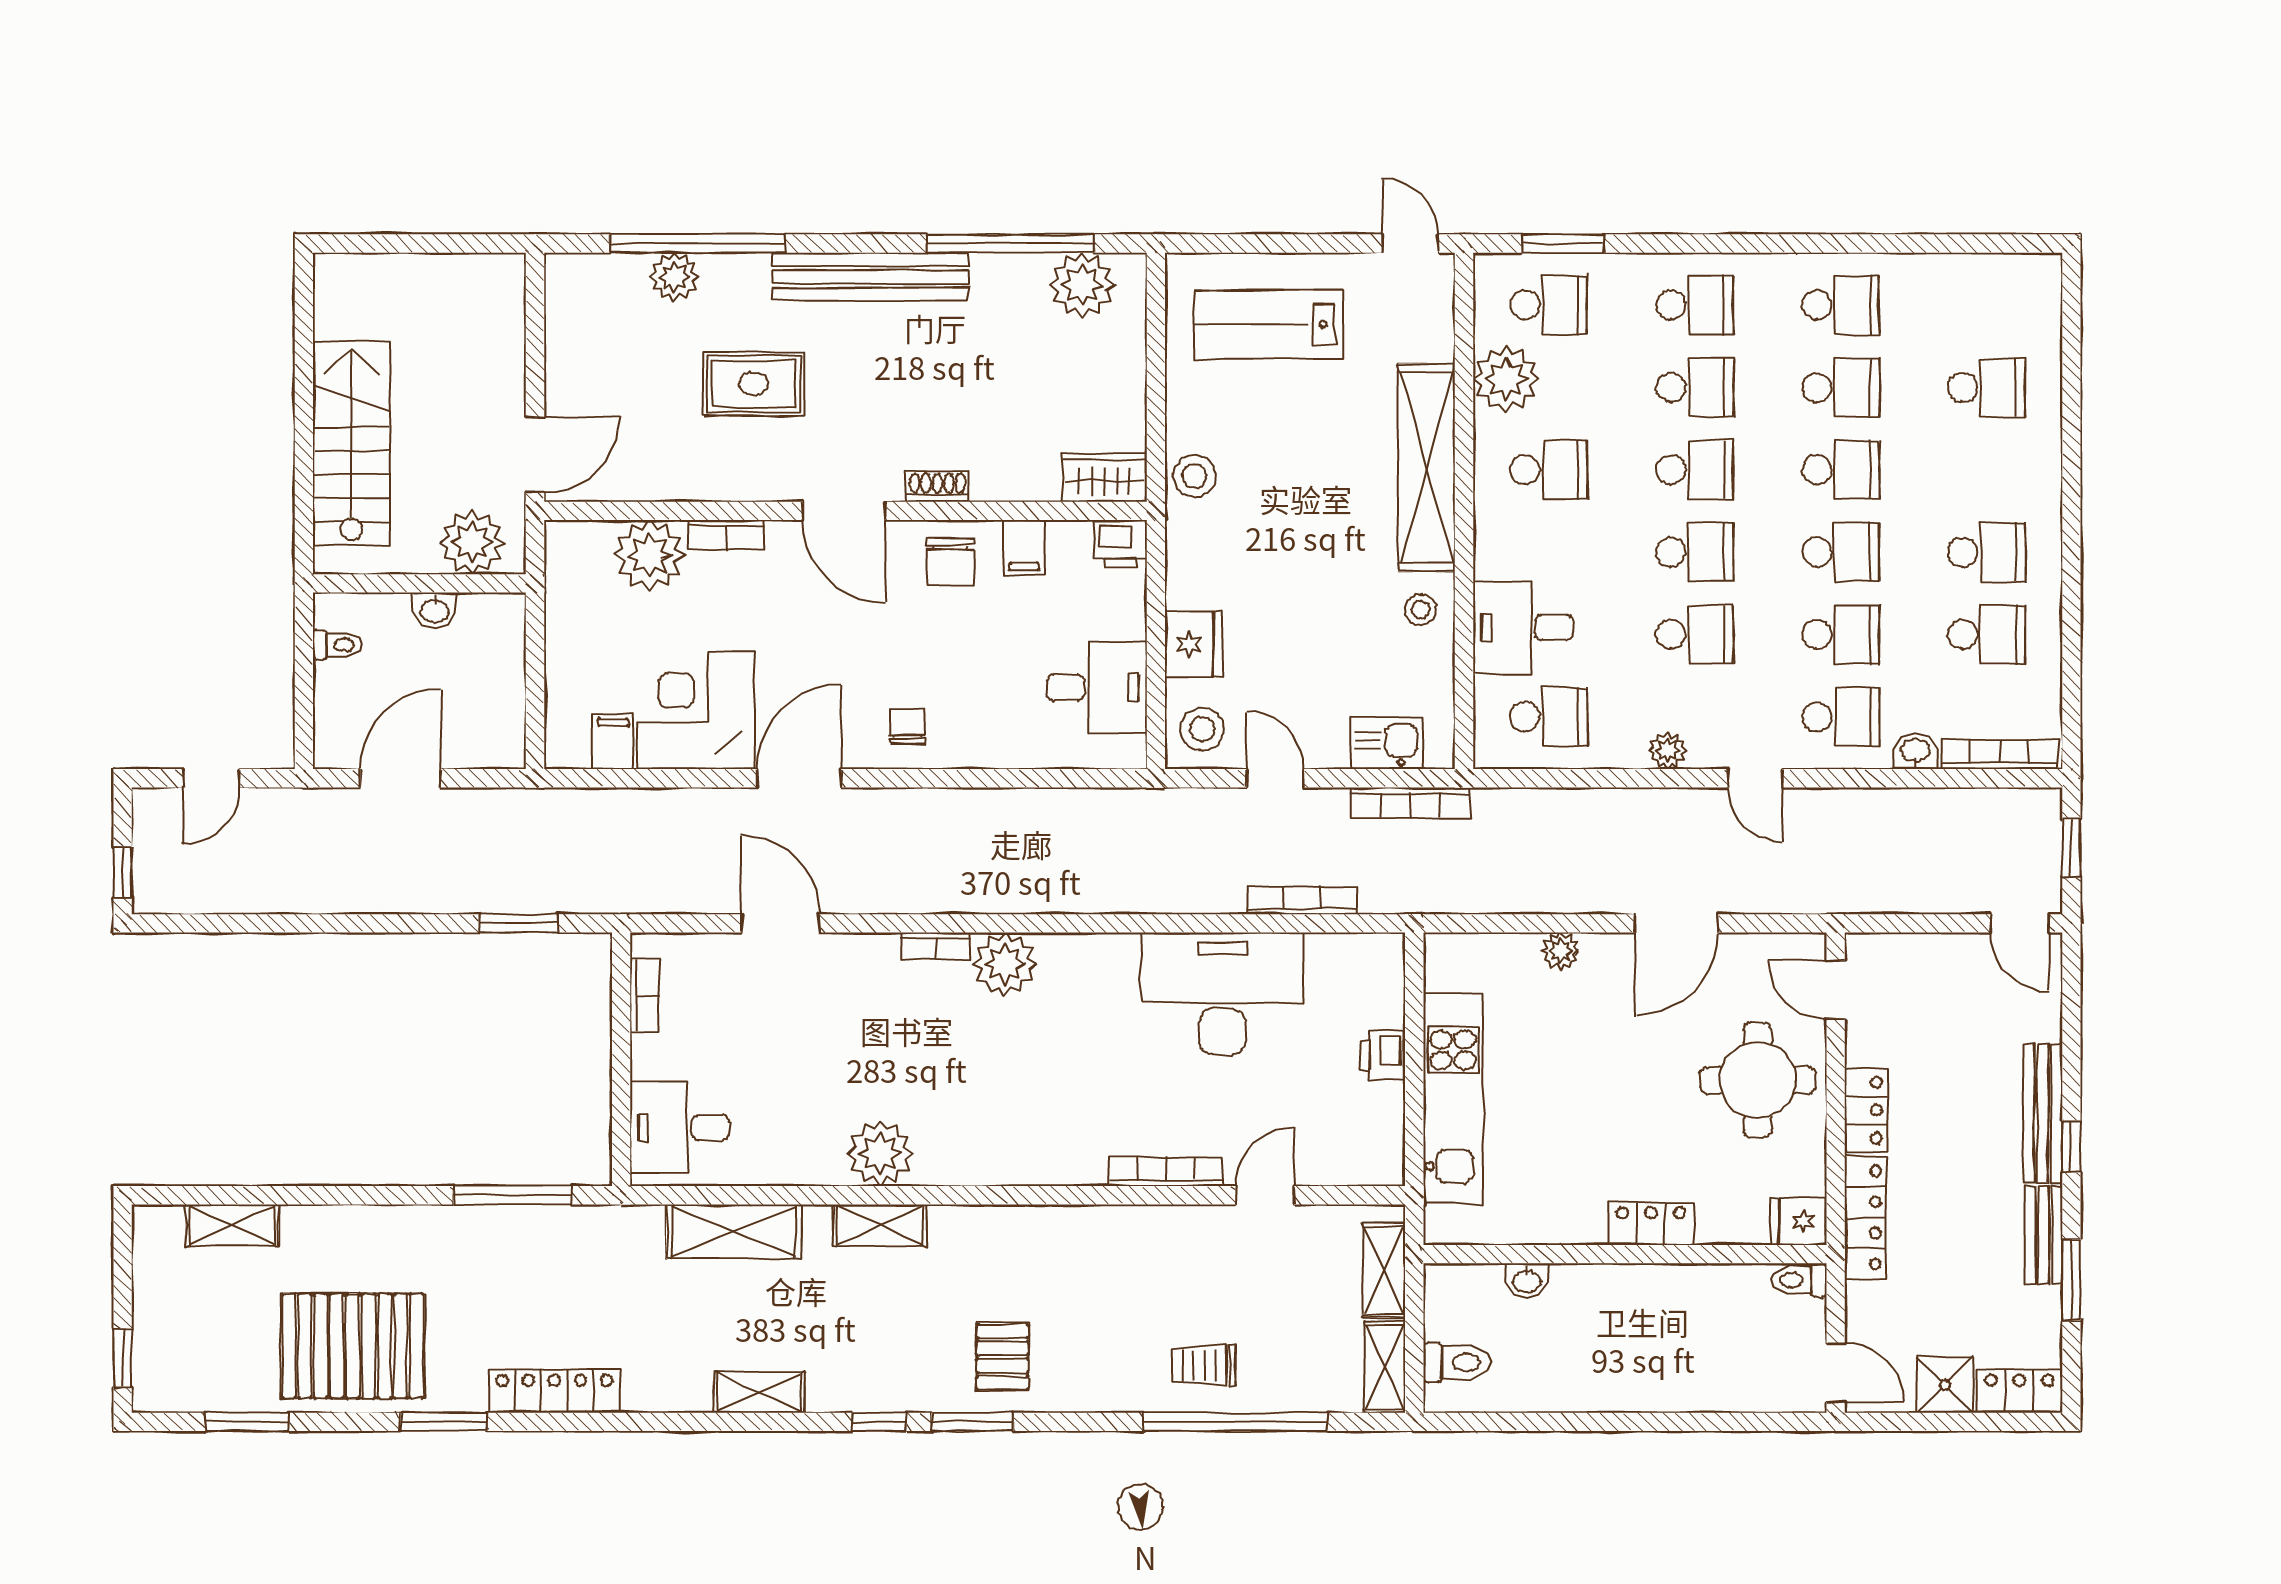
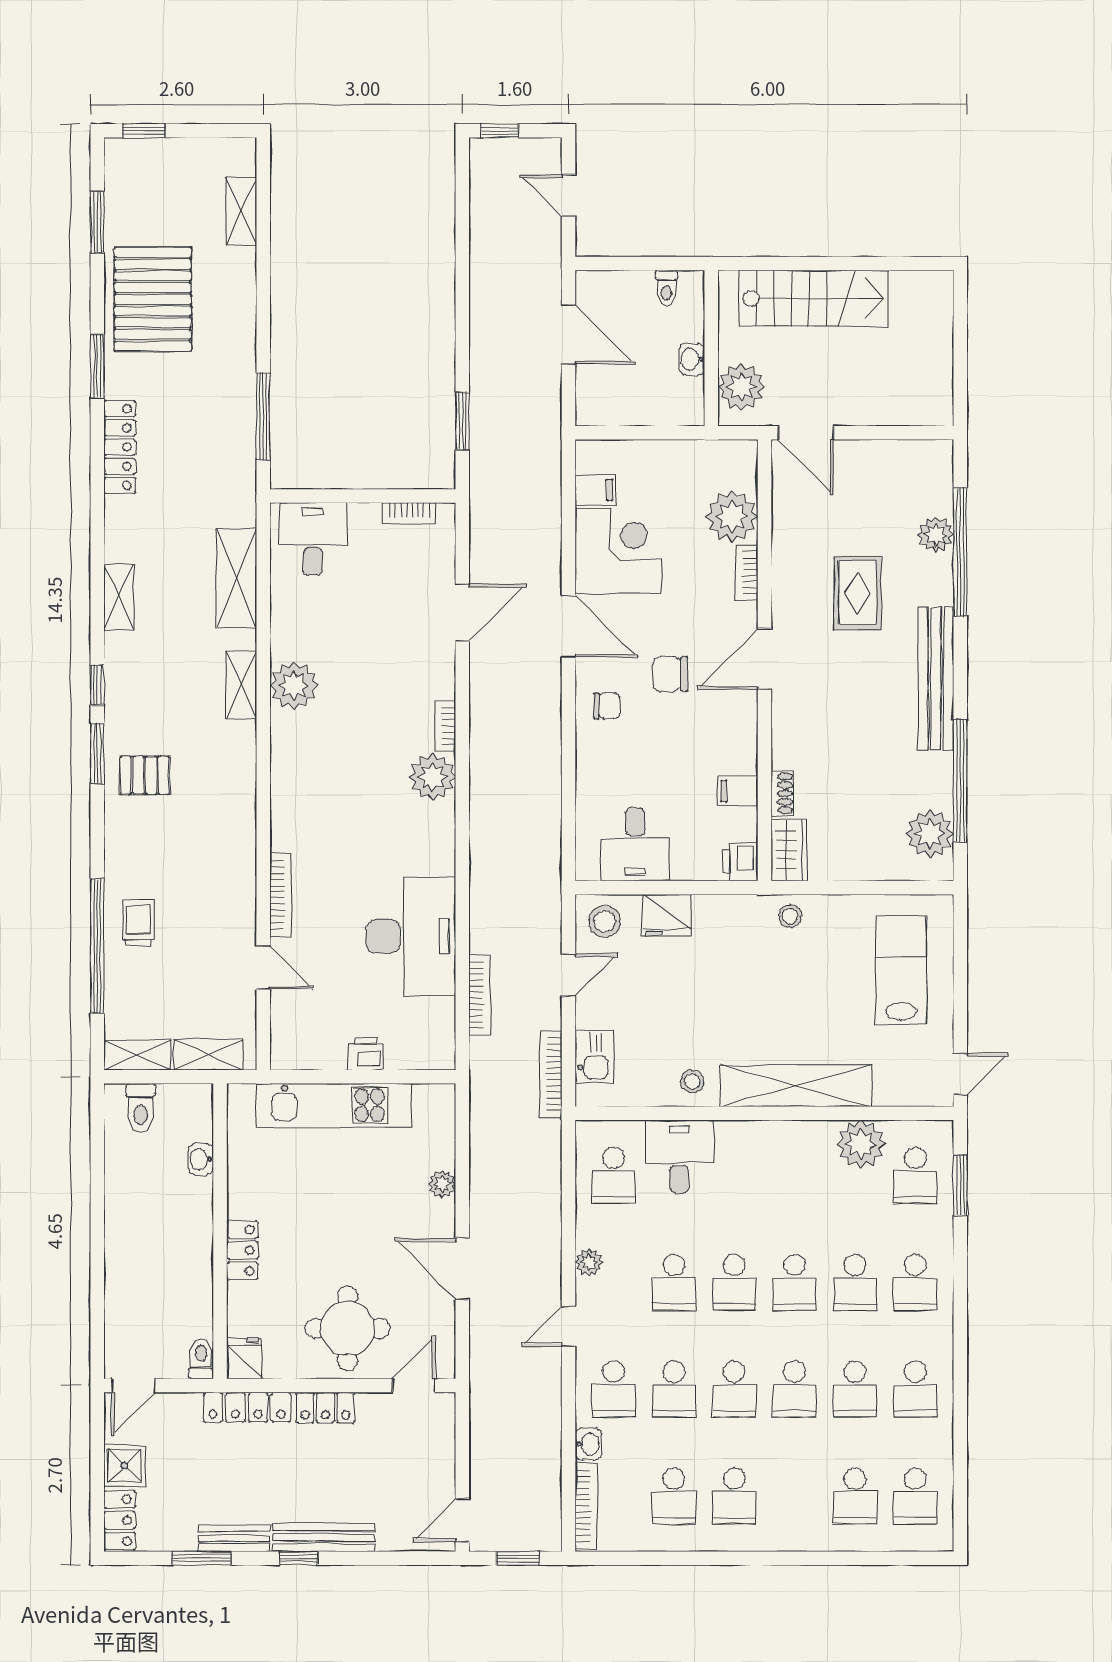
school desk: (1549, 470) -> (915, 1496), moved
stool: (1195, 476) -> (790, 916), width x0.73, depth x0.73
shoe rack: (937, 487) -> (782, 794), moved
chair: (951, 562) -> (670, 674), moved

